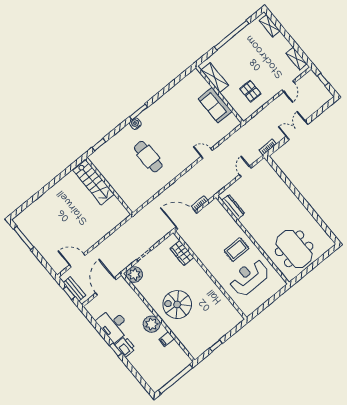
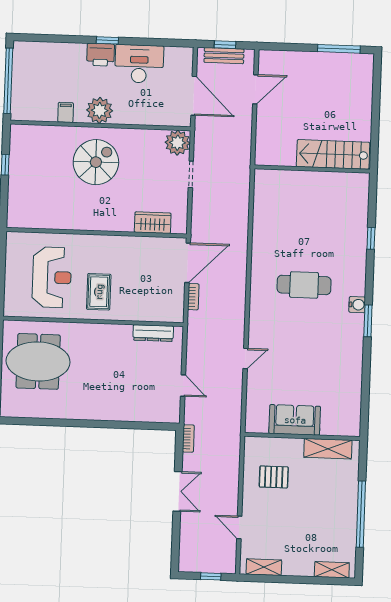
stairs: (93, 182) -> (333, 154), moved
wall: (109, 186) -> (312, 169), moved

